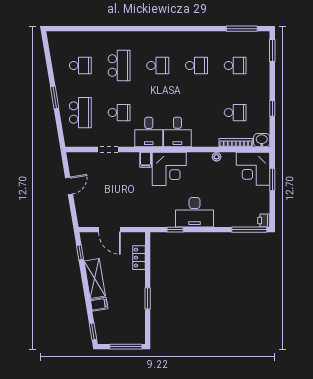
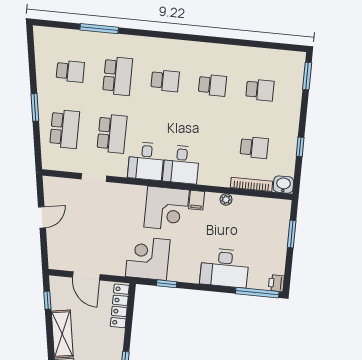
window: (242, 29) -> (99, 29), moved
school desk: (119, 113) -> (112, 134), width x1.85
filing cabinet: (146, 160) -> (197, 200), moved
corner desk: (253, 169) -> (148, 258), moved, turned 90
desk: (195, 212) -> (225, 268), moved
locker: (139, 258) -> (120, 306), width x1.53

